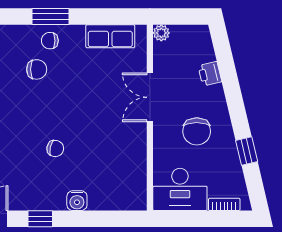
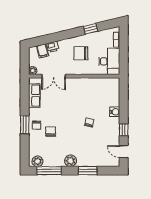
filing cabinet: (202, 53) -> (43, 51), added
double door: (150, 97) -> (54, 76), moved
chair: (197, 131) -> (81, 53), turned 180

